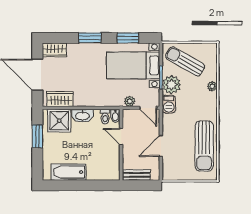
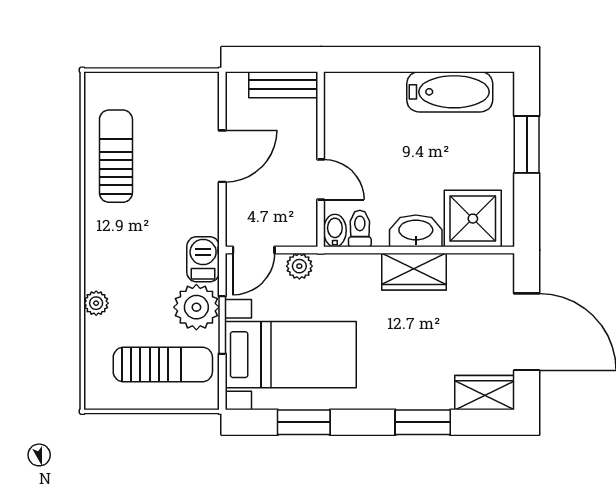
window: (90, 38) -> (423, 422), moved
sun lounger: (185, 61) -> (163, 365), turned -30
wardrobe: (60, 99) -> (414, 272), moved
door: (148, 108) -> (254, 250), swing flipped
window: (37, 136) -> (527, 145), moved
sun lounger: (204, 146) -> (116, 156), width x0.73, depth x0.75

